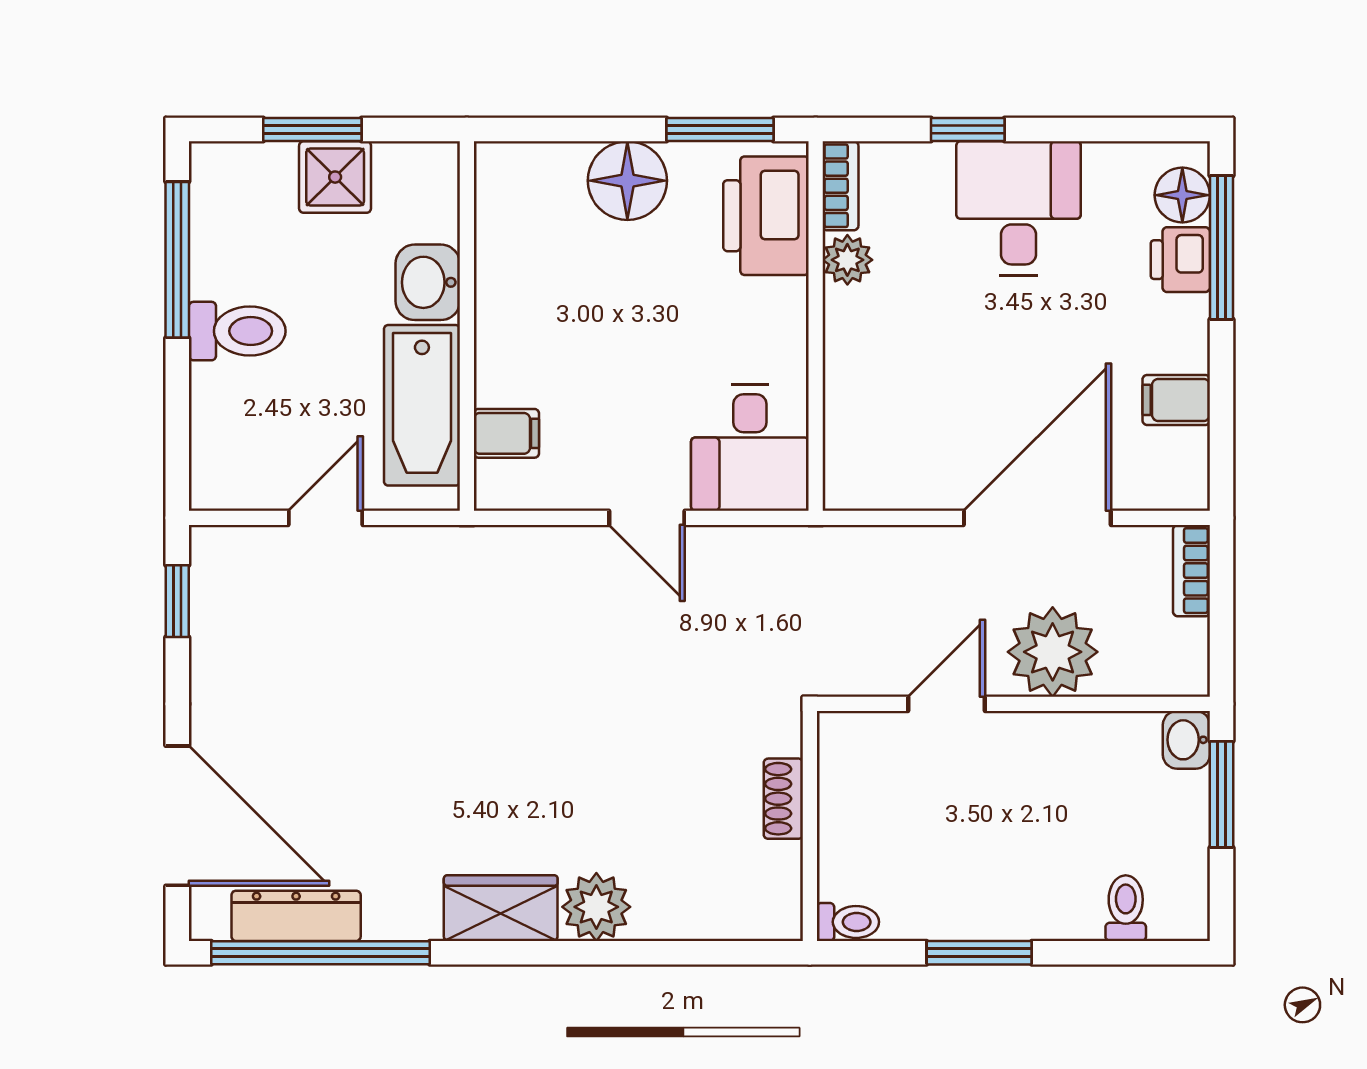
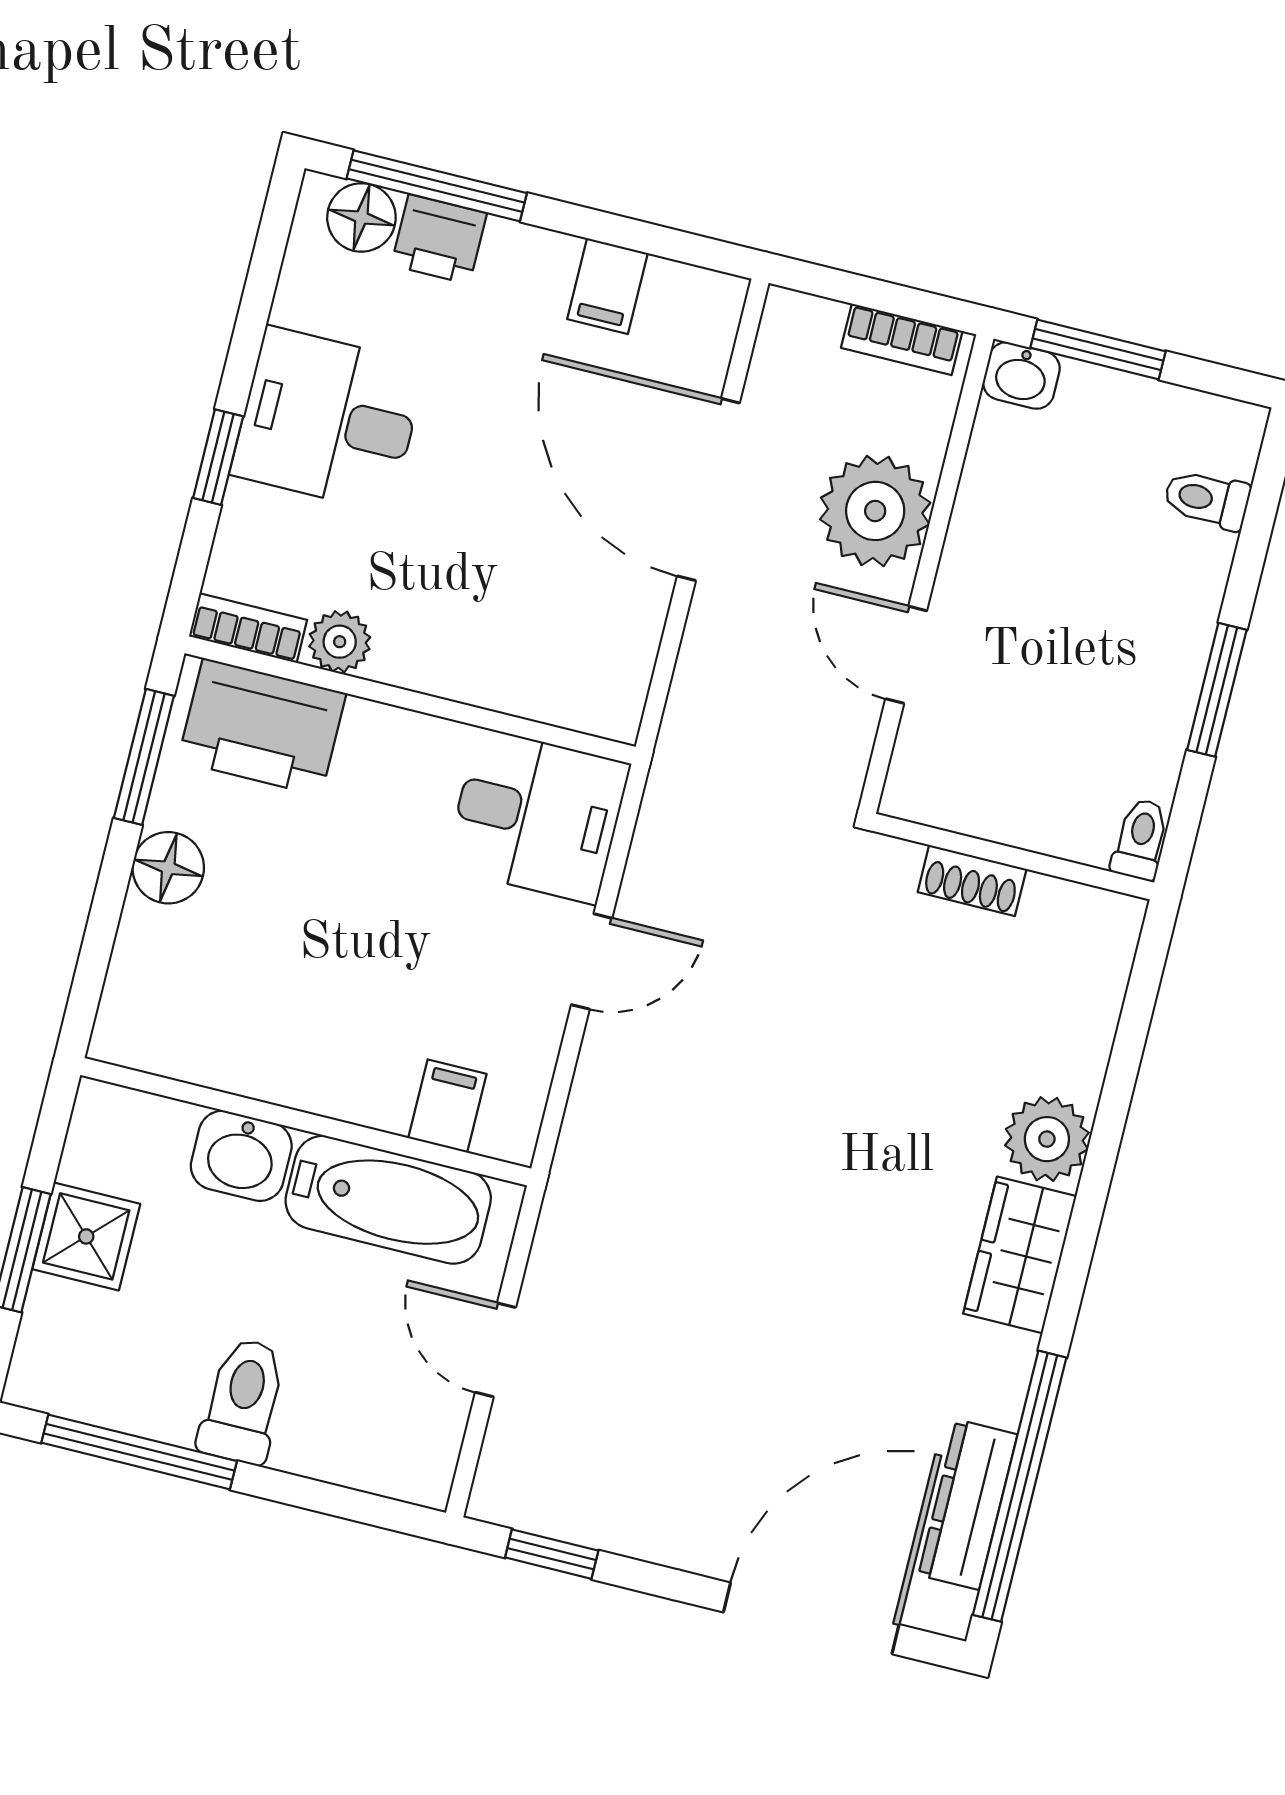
floor lamp: (627, 181) -> (168, 868), width x0.73, depth x0.73
bookcase: (1191, 571) -> (902, 339), moved

